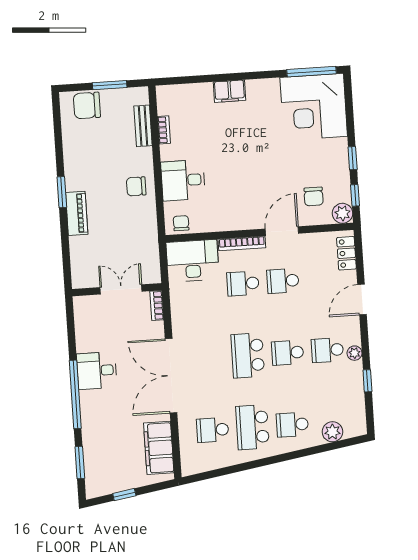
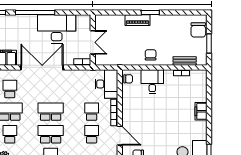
chair: (87, 105) -> (198, 30), turned 180
school desk: (288, 353) -> (51, 134), width x1.85
desk: (97, 371) -> (57, 29), width x1.87, depth x1.30

